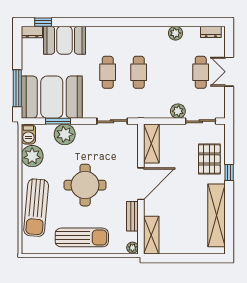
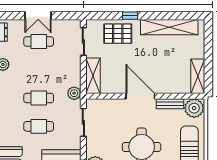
plant: (178, 111) -> (74, 93), moved
shelving: (151, 143) -> (93, 76), moved, turned 90
shelving: (151, 235) -> (198, 76), moved, turned 90
plant: (132, 248) -> (194, 108), width x1.88, depth x1.88

